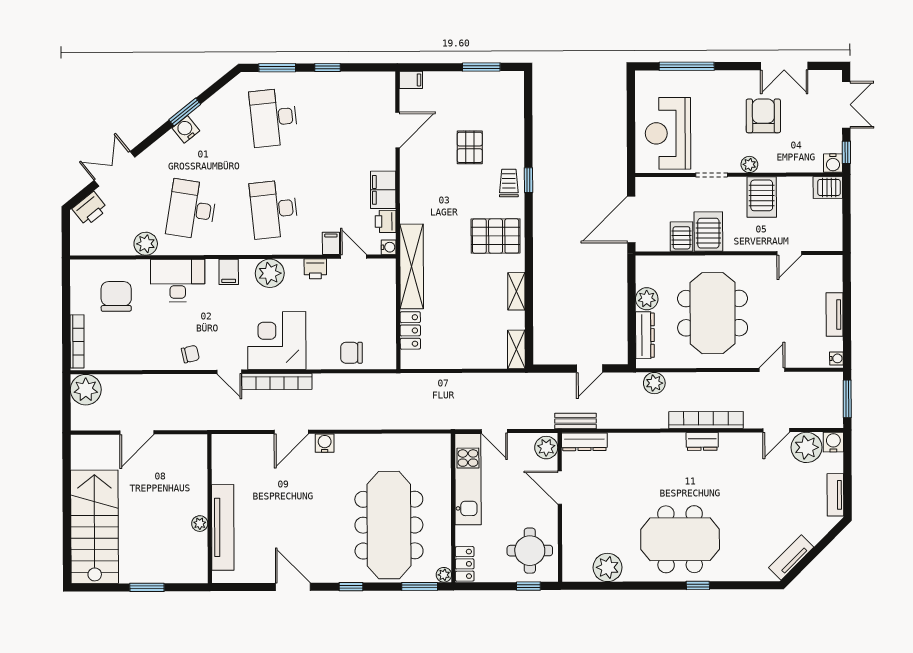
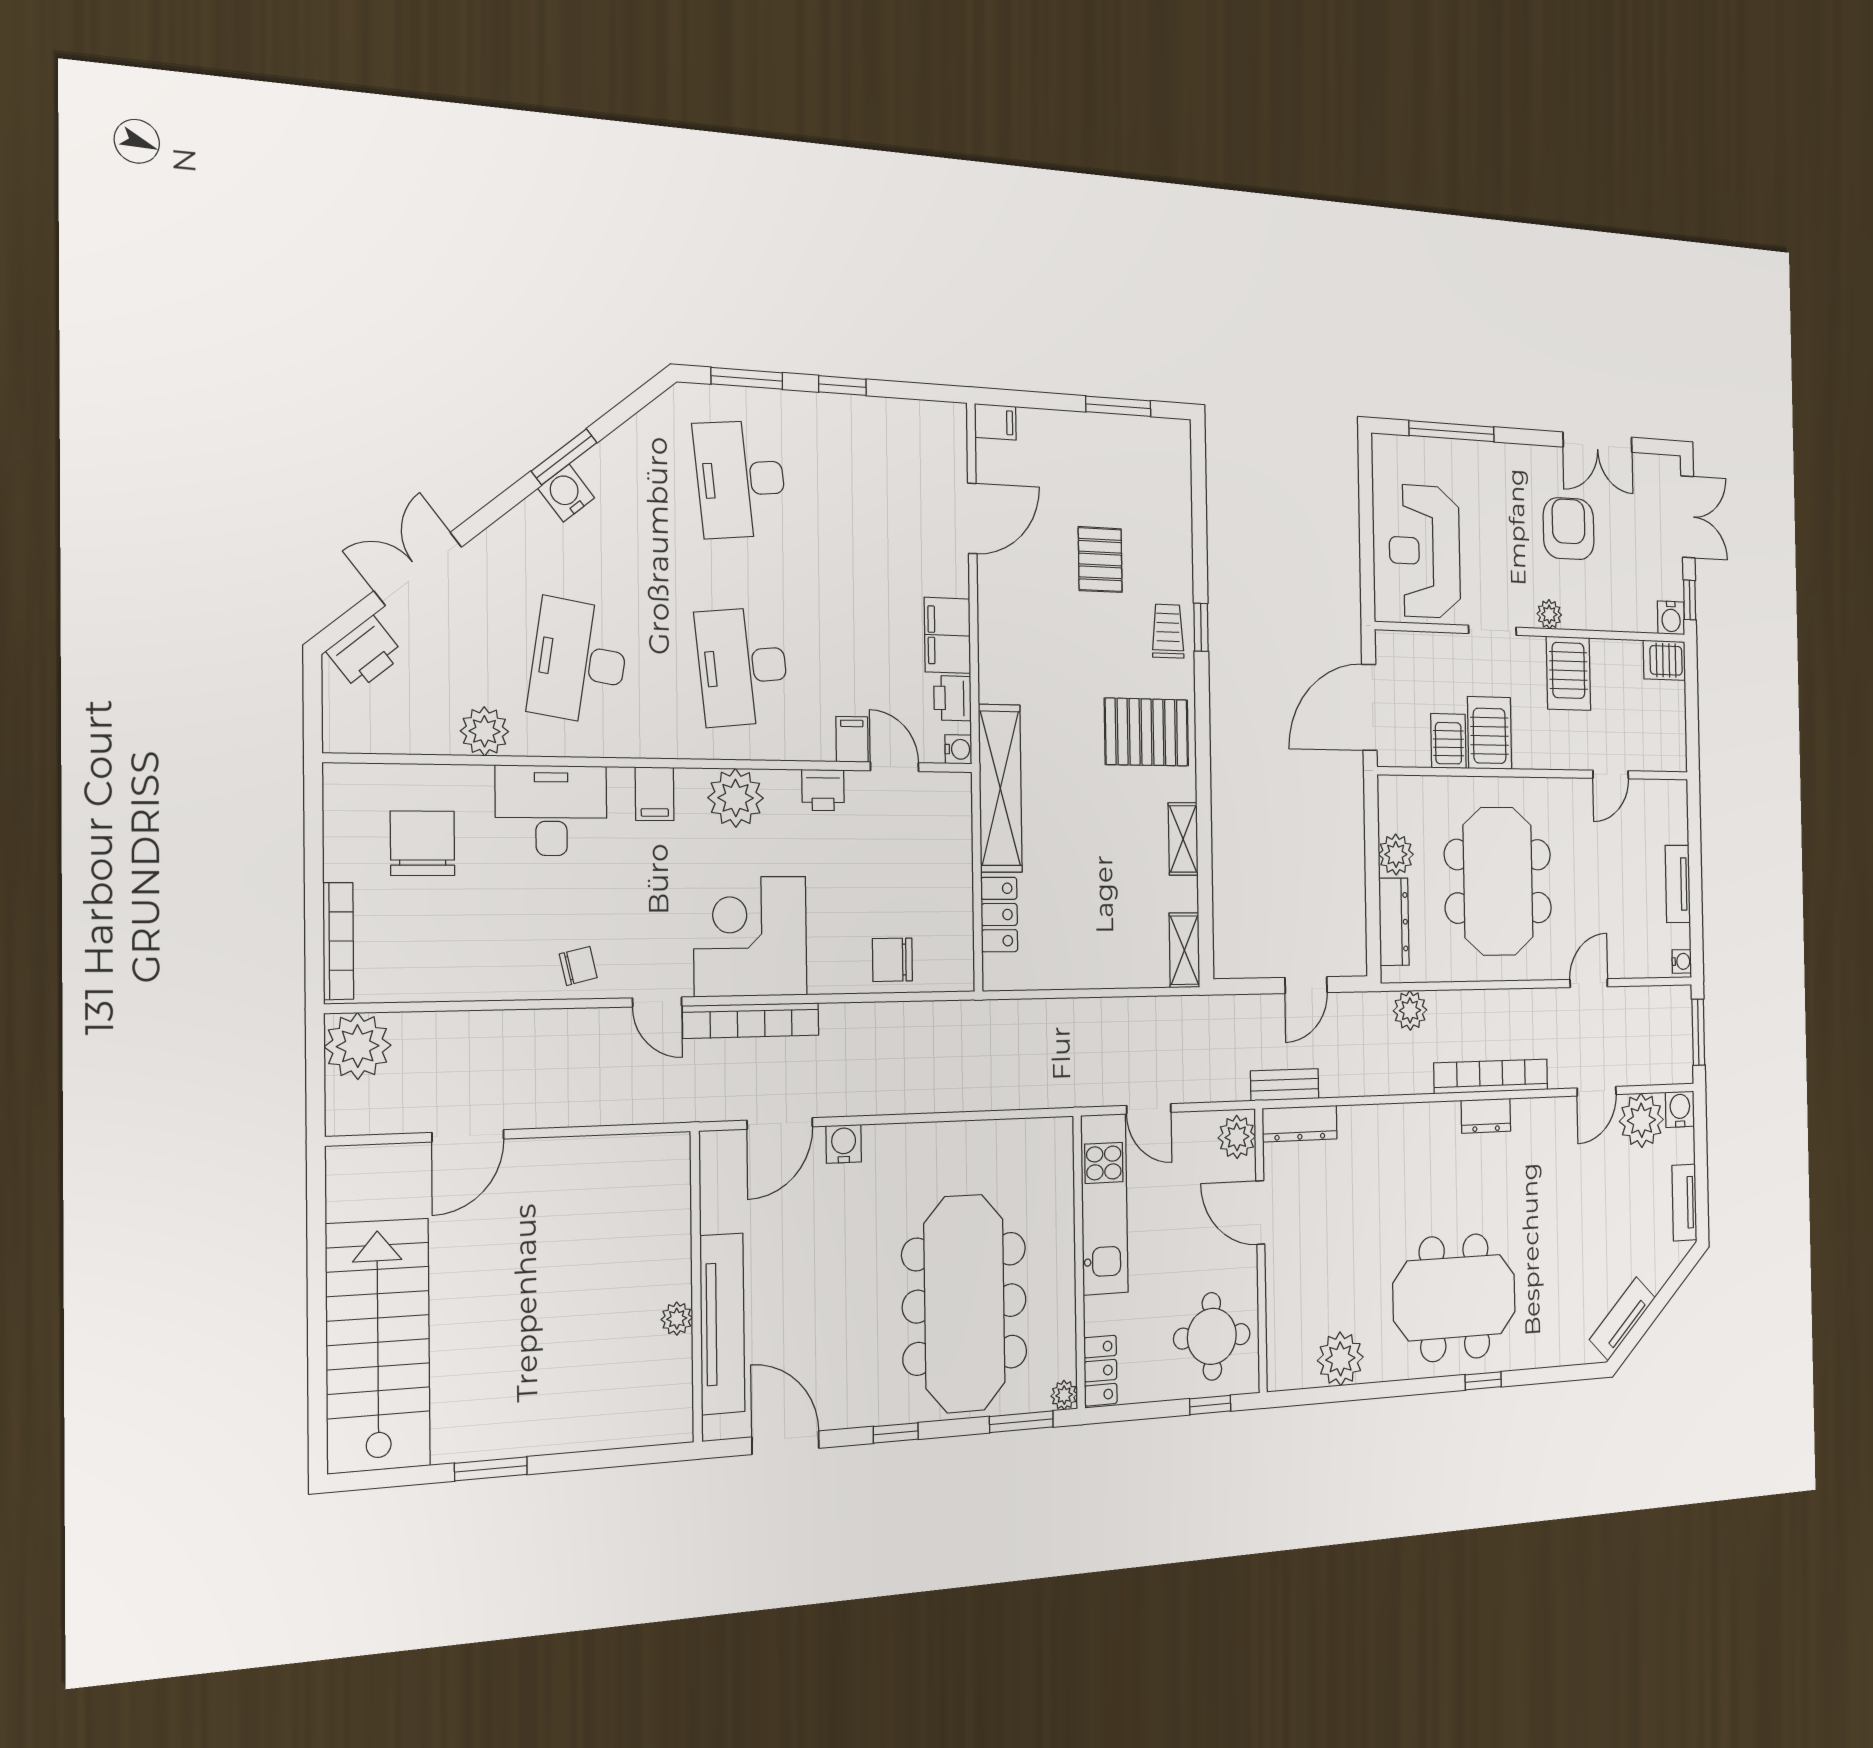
wall: (210, 509) -> (696, 1286), moved
plant: (200, 524) -> (677, 1319), moved
tv unit: (223, 527) -> (722, 1324), moved

